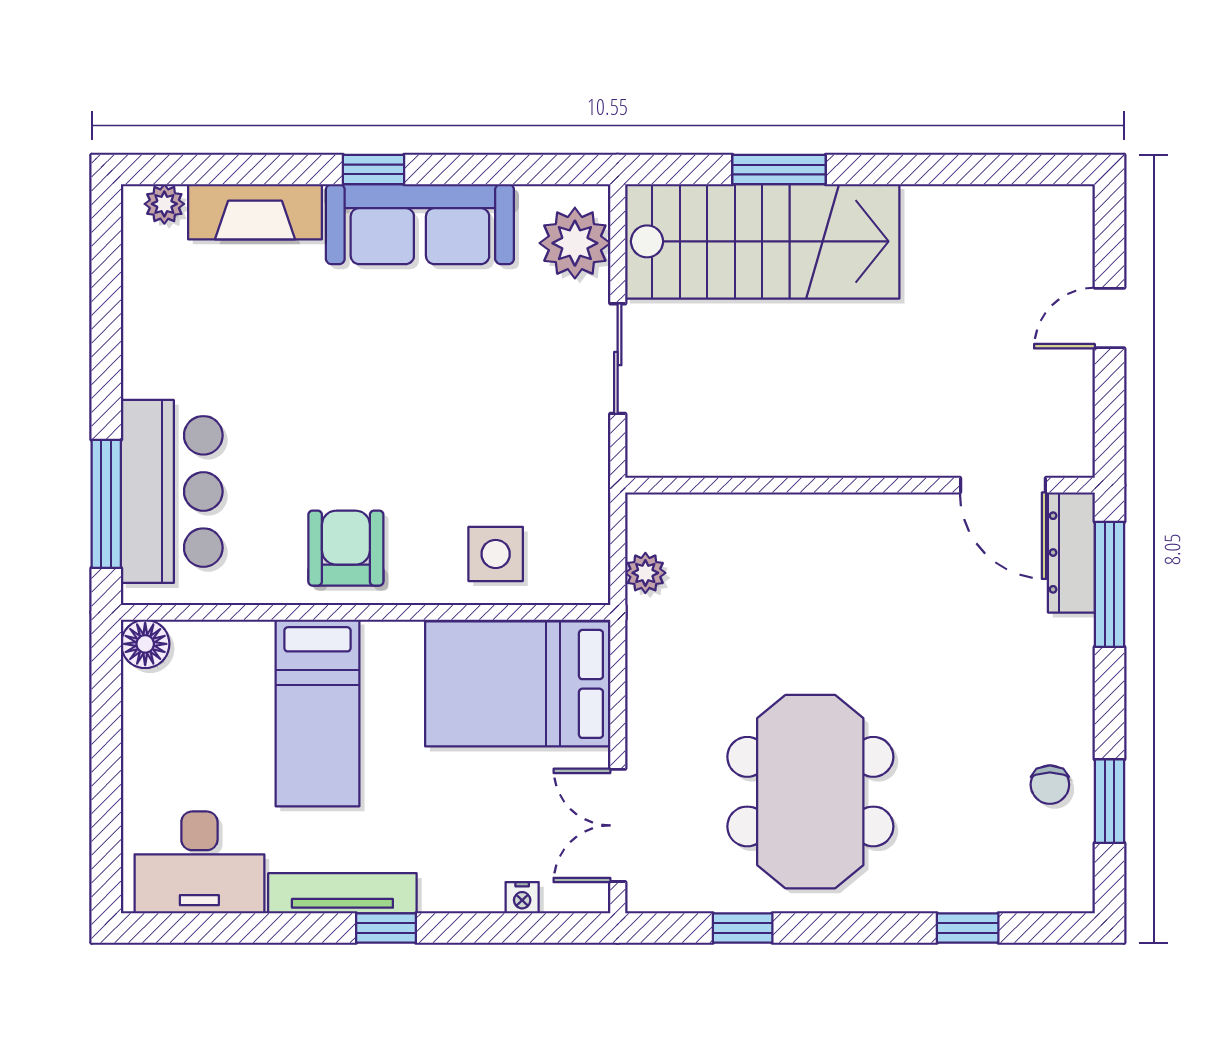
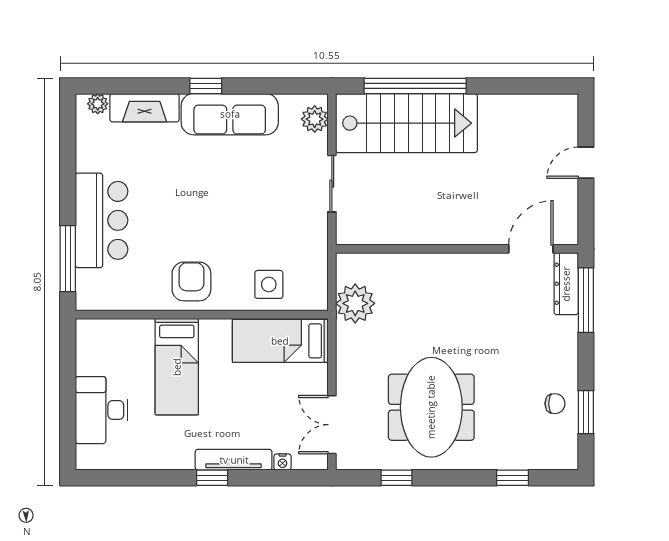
window: (779, 169) -> (415, 86), width x2.11
plant: (575, 243) -> (315, 119), width x0.73, depth x0.73
door: (1003, 485) -> (531, 249), swing flipped
bar counter: (172, 491) -> (102, 220), moved
plant: (645, 573) -> (355, 303), width x1.88, depth x1.88
floor lamp: (145, 644) -> (88, 331), removed
bed: (518, 684) -> (280, 341), width x0.67
chair: (1050, 785) -> (555, 404), turned -90
desk: (199, 862) -> (102, 410), moved, turned 90
tv unit: (342, 893) -> (234, 460), moved

